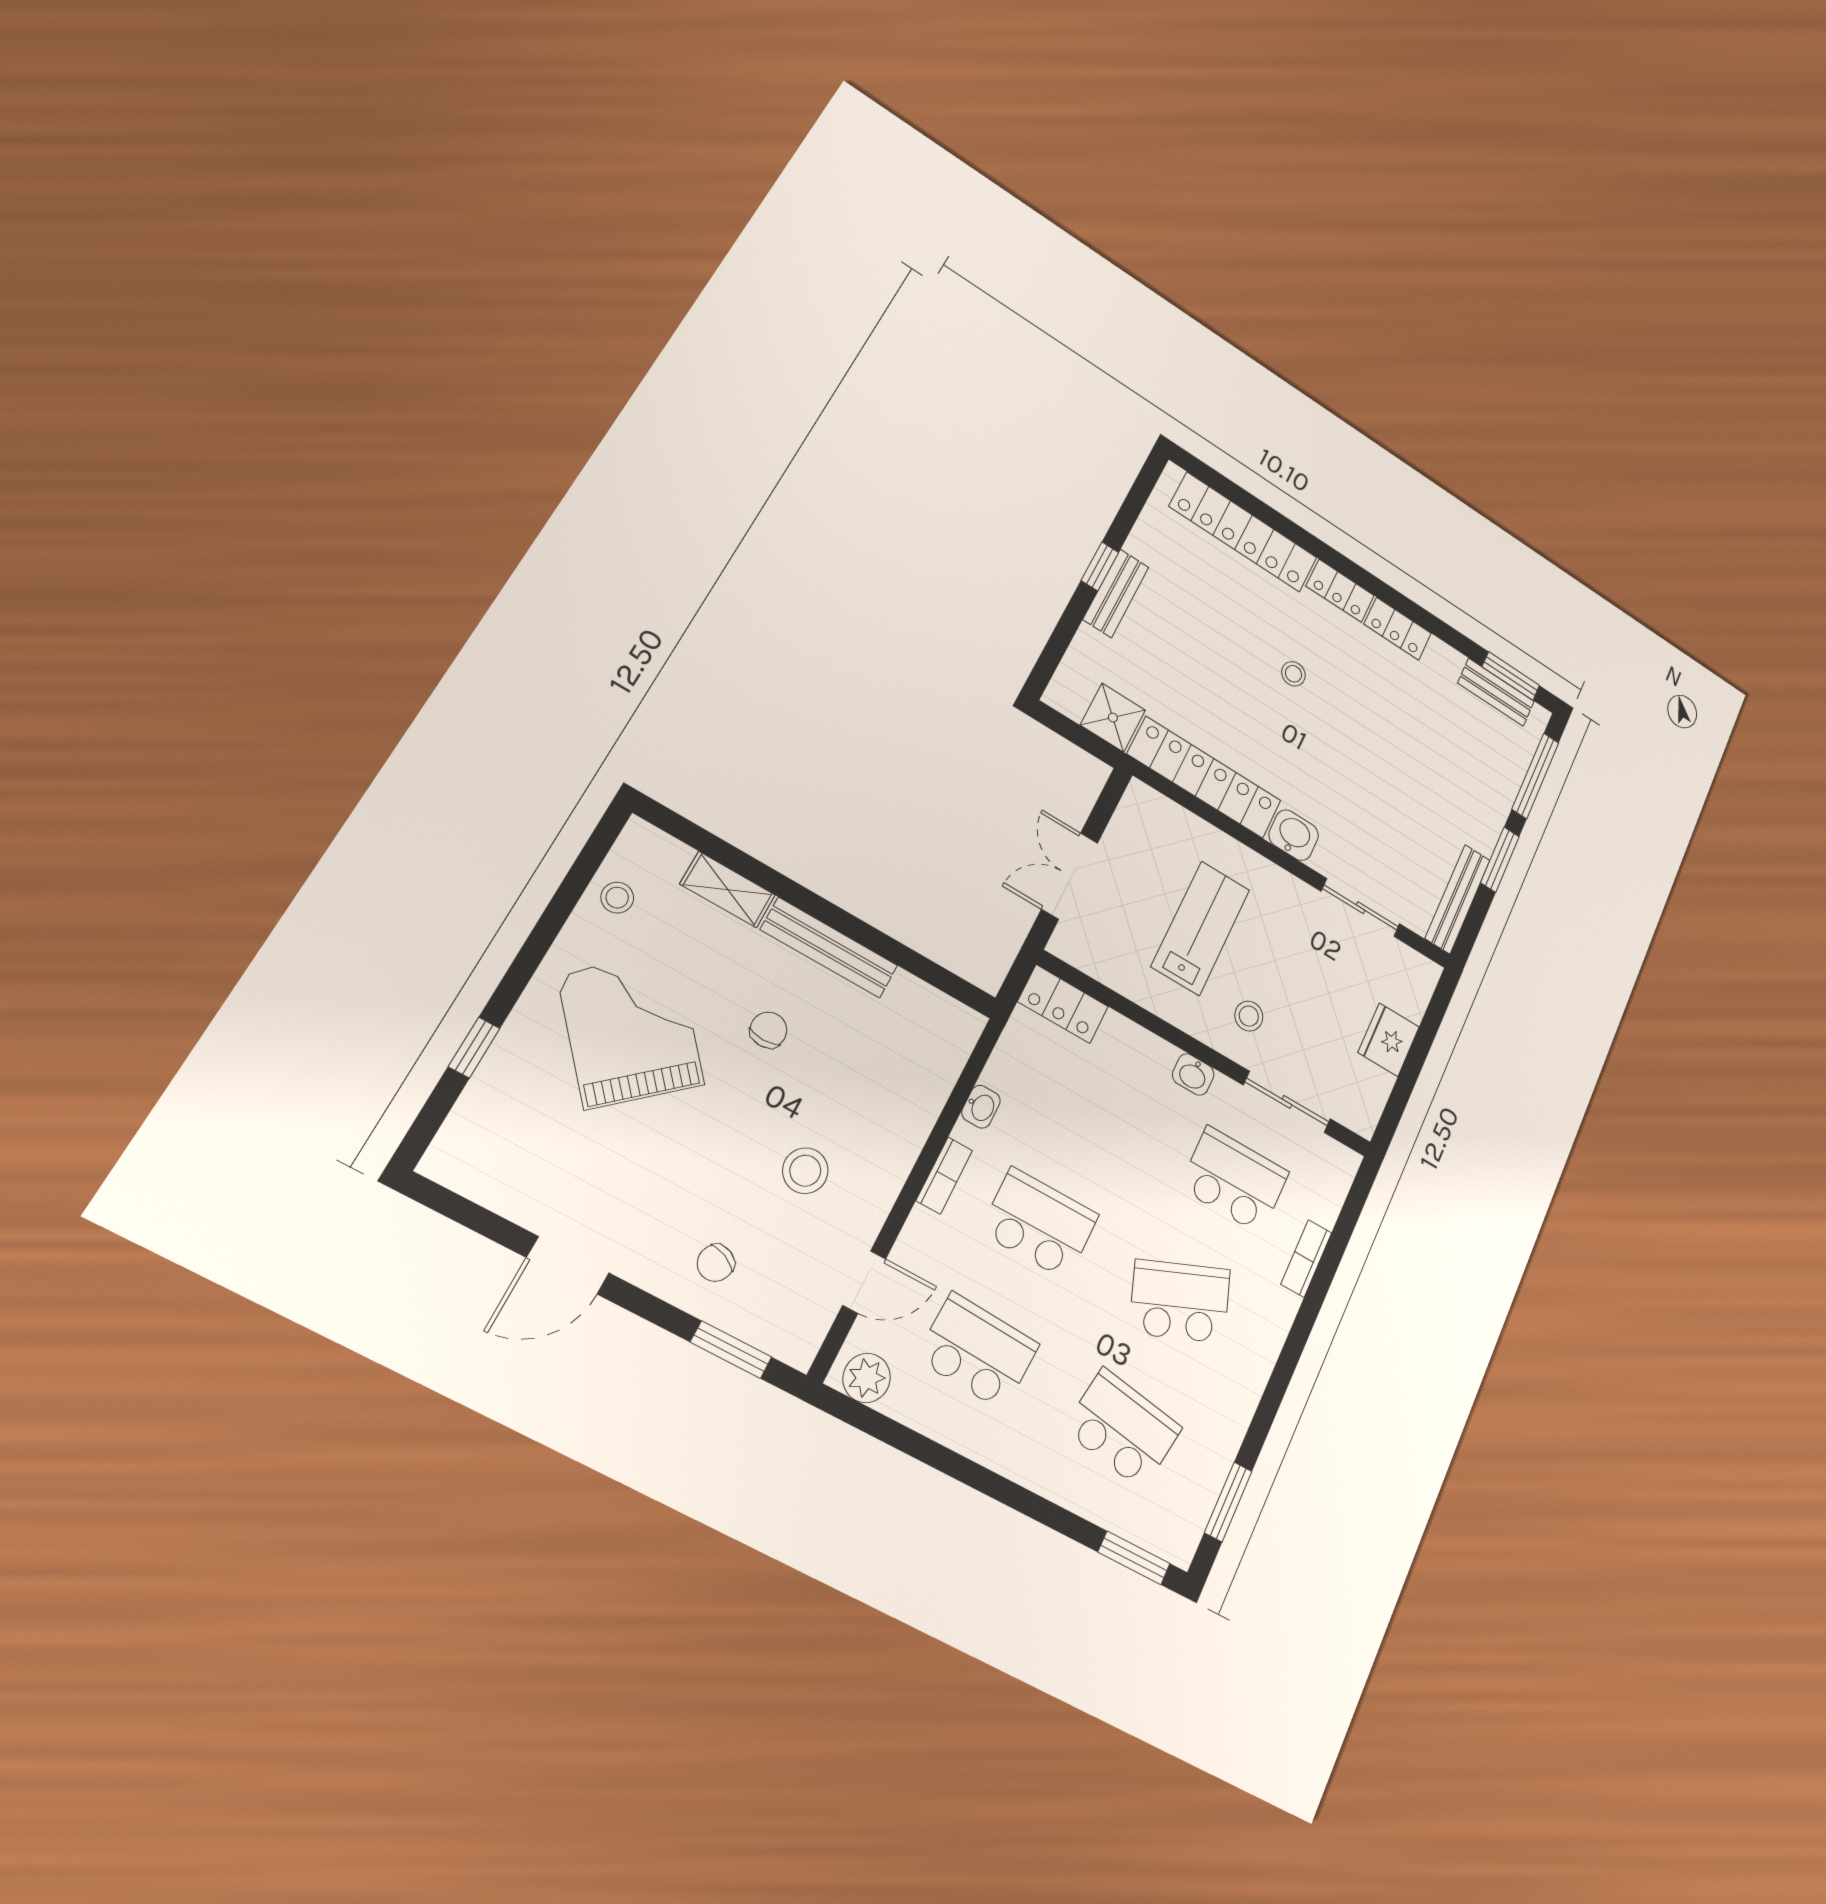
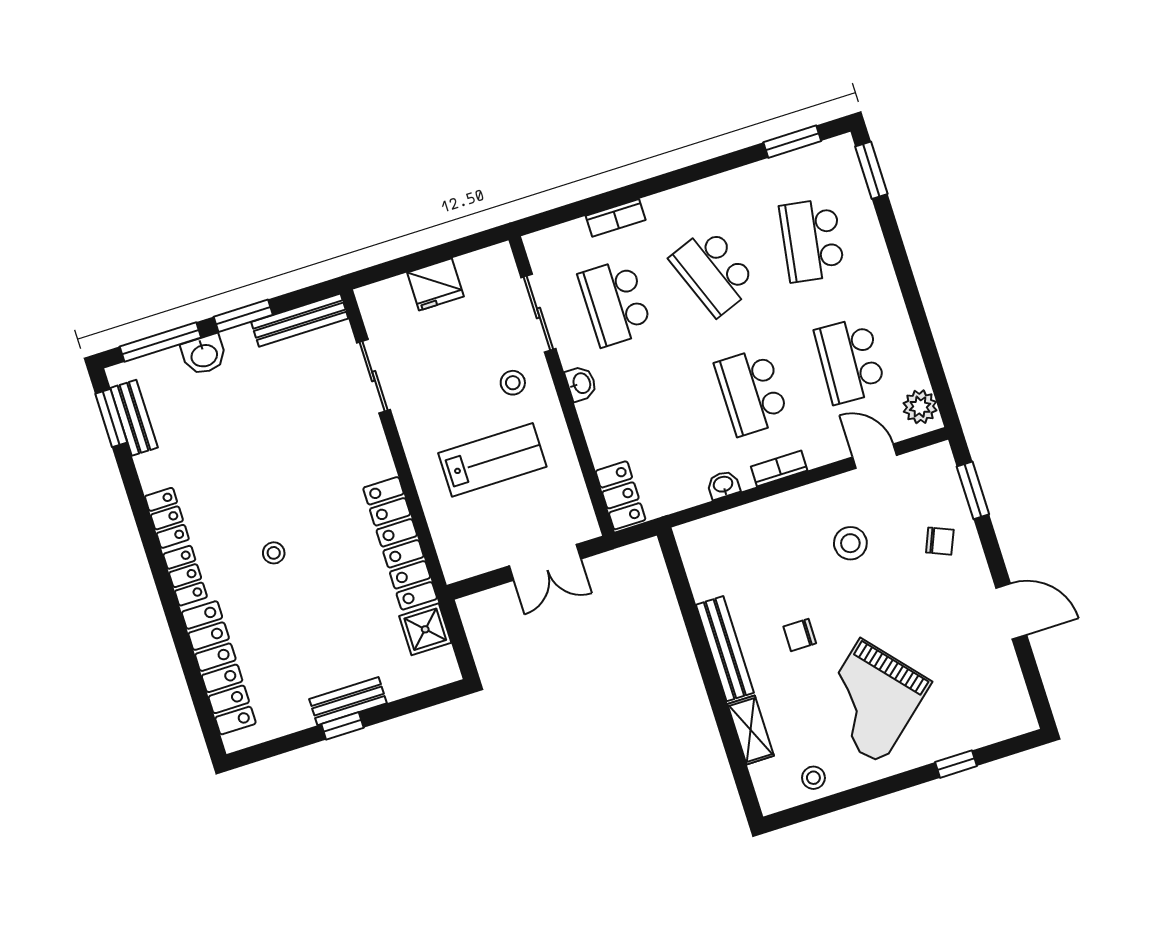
washbasin: (1294, 835) -> (204, 355), moved, turned -90
lab bench: (1200, 928) -> (492, 460), turned 180

